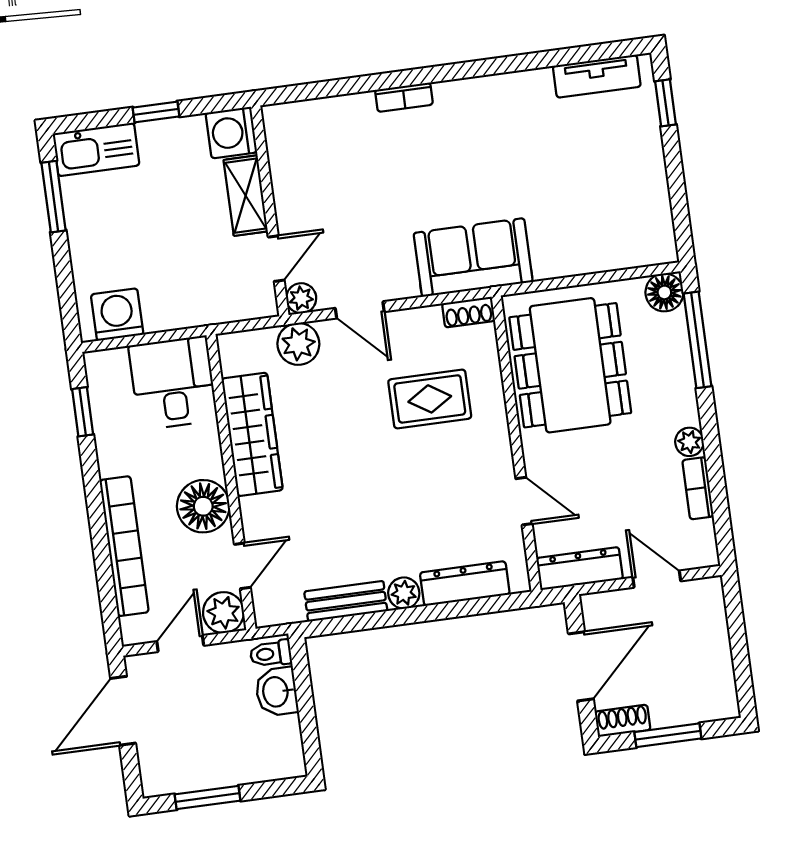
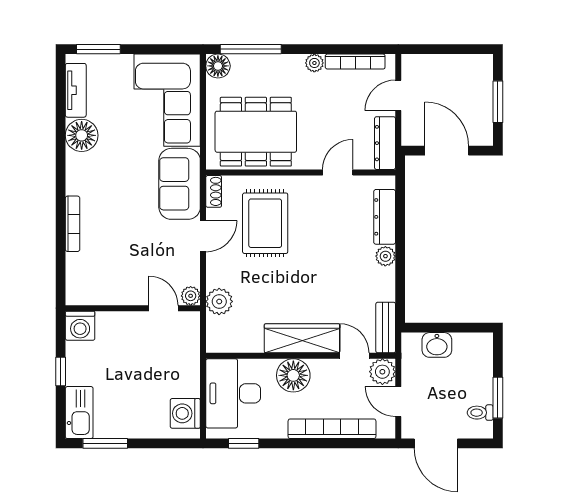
floor lamp: (528, 95) -> (82, 135), added
bookcase: (404, 97) -> (73, 224), width x1.56
window: (665, 103) -> (98, 49), width x1.50
shelving: (246, 196) -> (121, 322), removed
corner sofa: (601, 221) -> (167, 100), added
door: (360, 310) -> (203, 236), moved
desk: (173, 383) -> (233, 393), width x1.37
rug: (430, 399) -> (265, 223), width x1.36, depth x1.43
wardrobe: (252, 434) -> (302, 338), moved
bookcase: (698, 488) -> (355, 62), width x1.56
floor lamp: (203, 506) -> (293, 375), moved
bench: (346, 601) -> (386, 327), moved
toilet: (271, 654) -> (480, 413), moved, turned 90
shoe rack: (623, 721) -> (485, 129), removed

